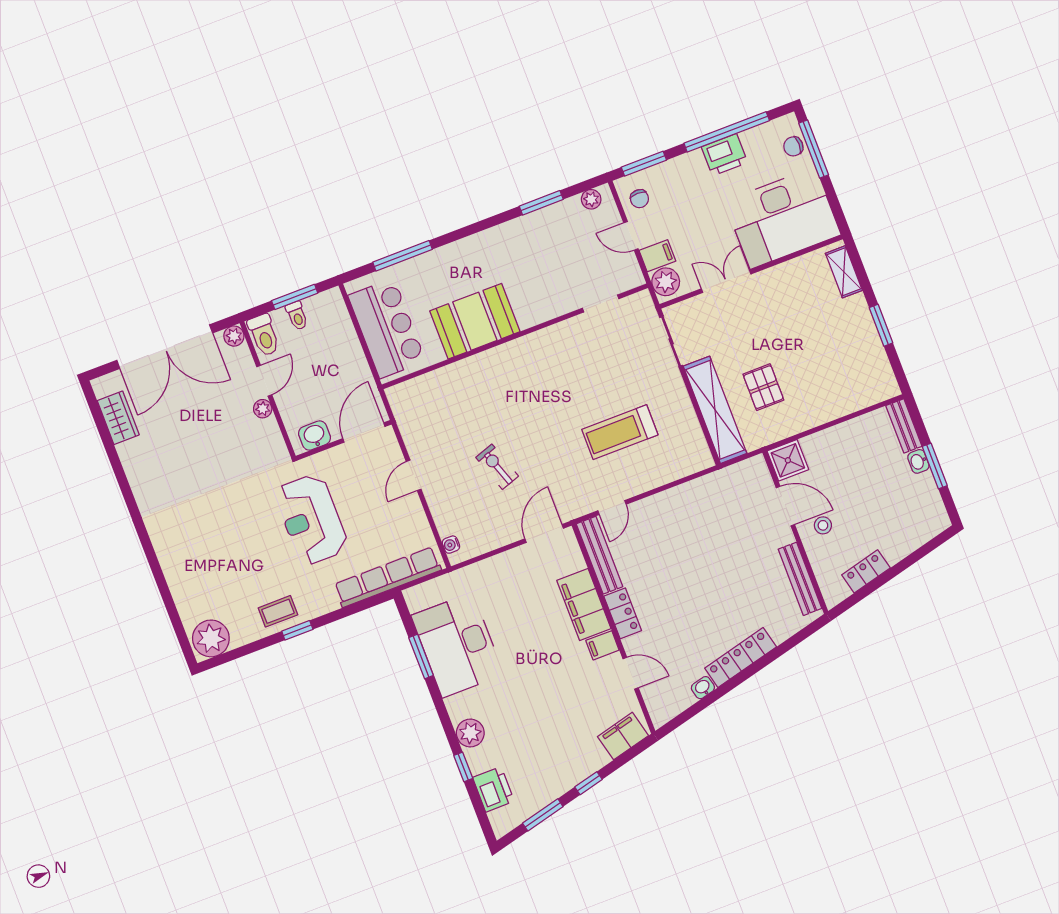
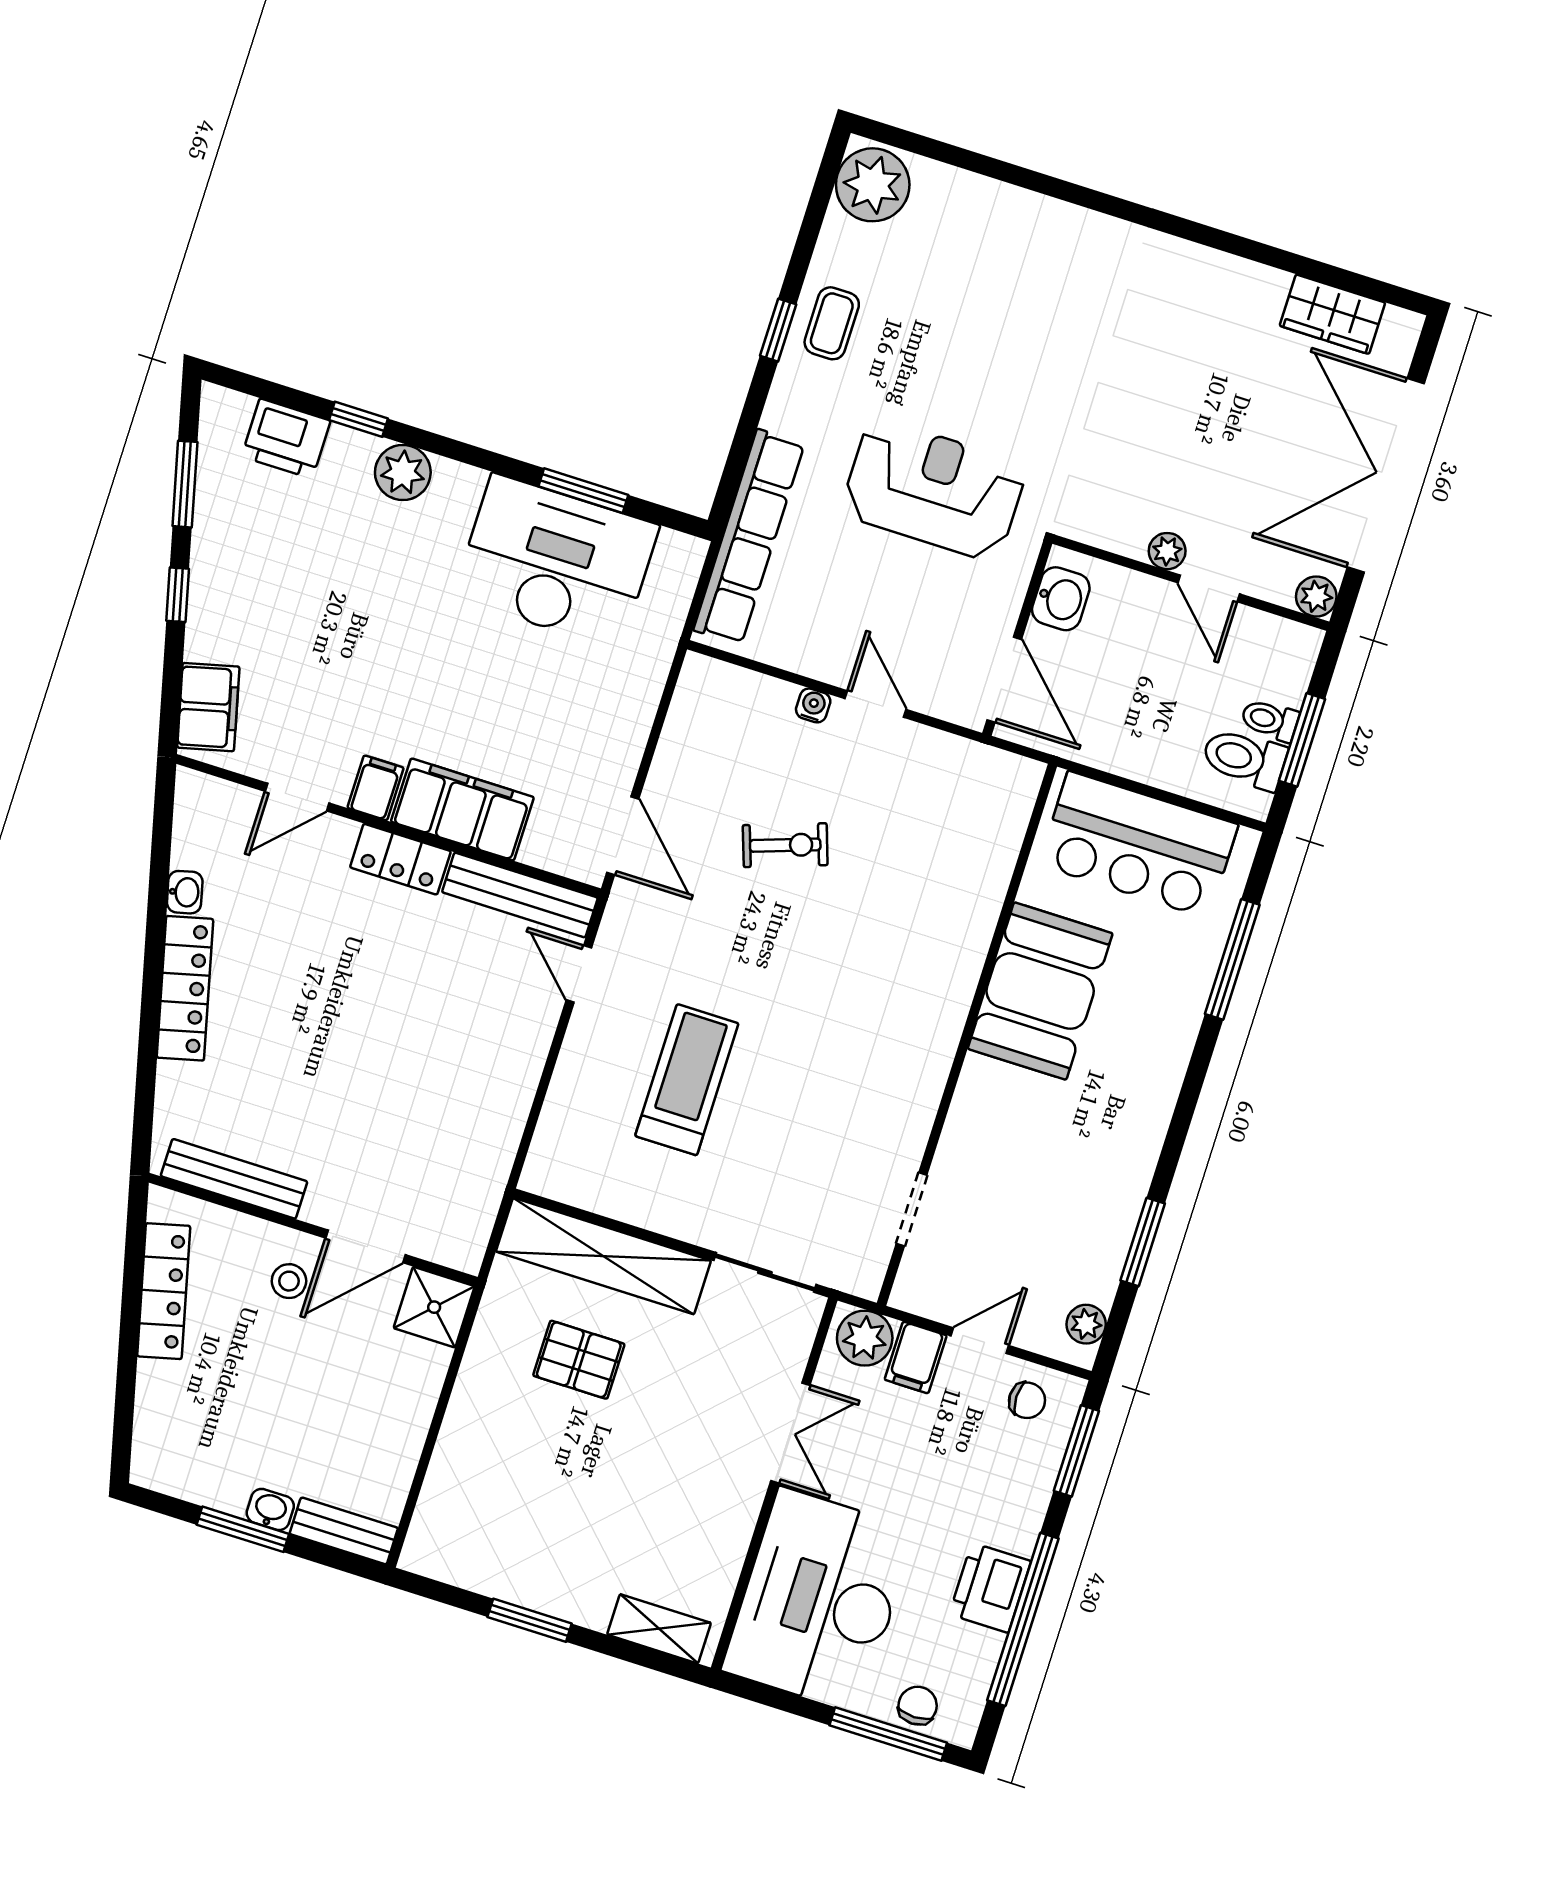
chair: (639, 199) -> (1027, 1400), turned 180
toilet: (264, 335) -> (1244, 759), moved
water cooler: (451, 545) -> (813, 705), moved
locker: (866, 571) -> (164, 1291), width x1.53

